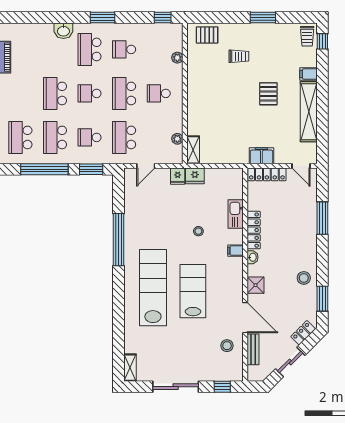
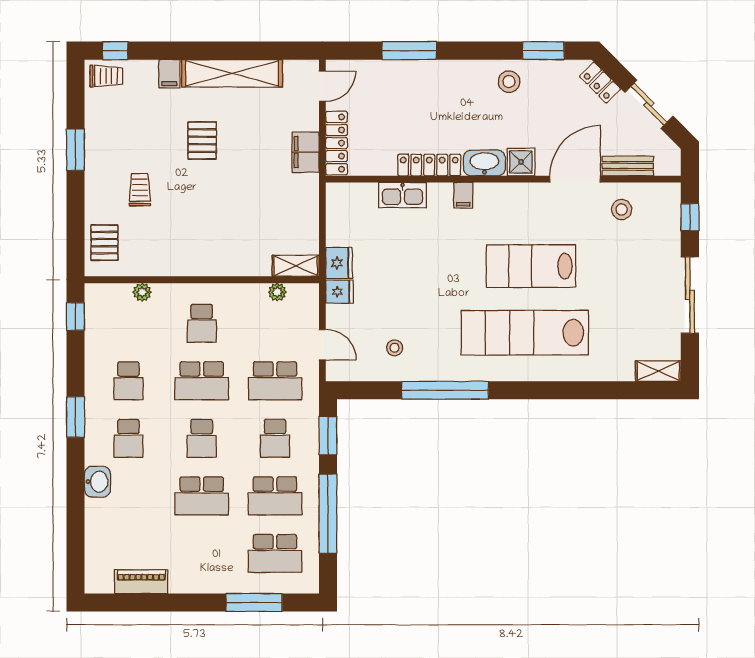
school desk: (90, 49) -> (128, 438), width x0.54
pallet: (268, 94) -> (202, 141), turned 90
stool: (198, 231) -> (395, 348), moved
washbasin: (253, 257) -> (484, 163), width x1.91, depth x1.45

